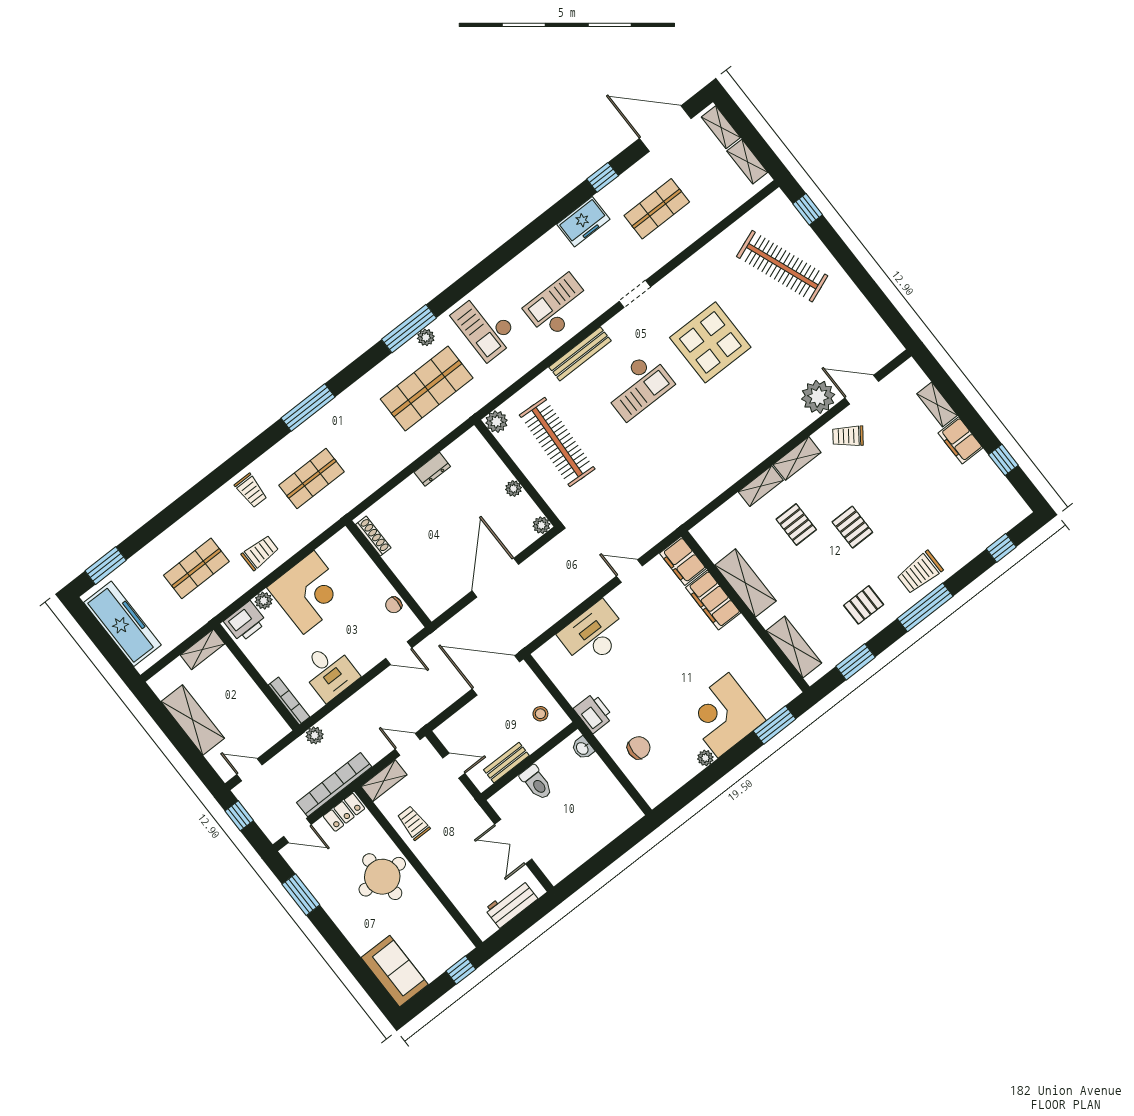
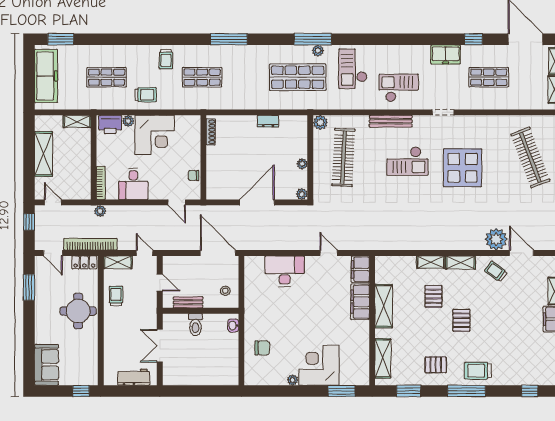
printer: (593, 713) -> (253, 312), removed

